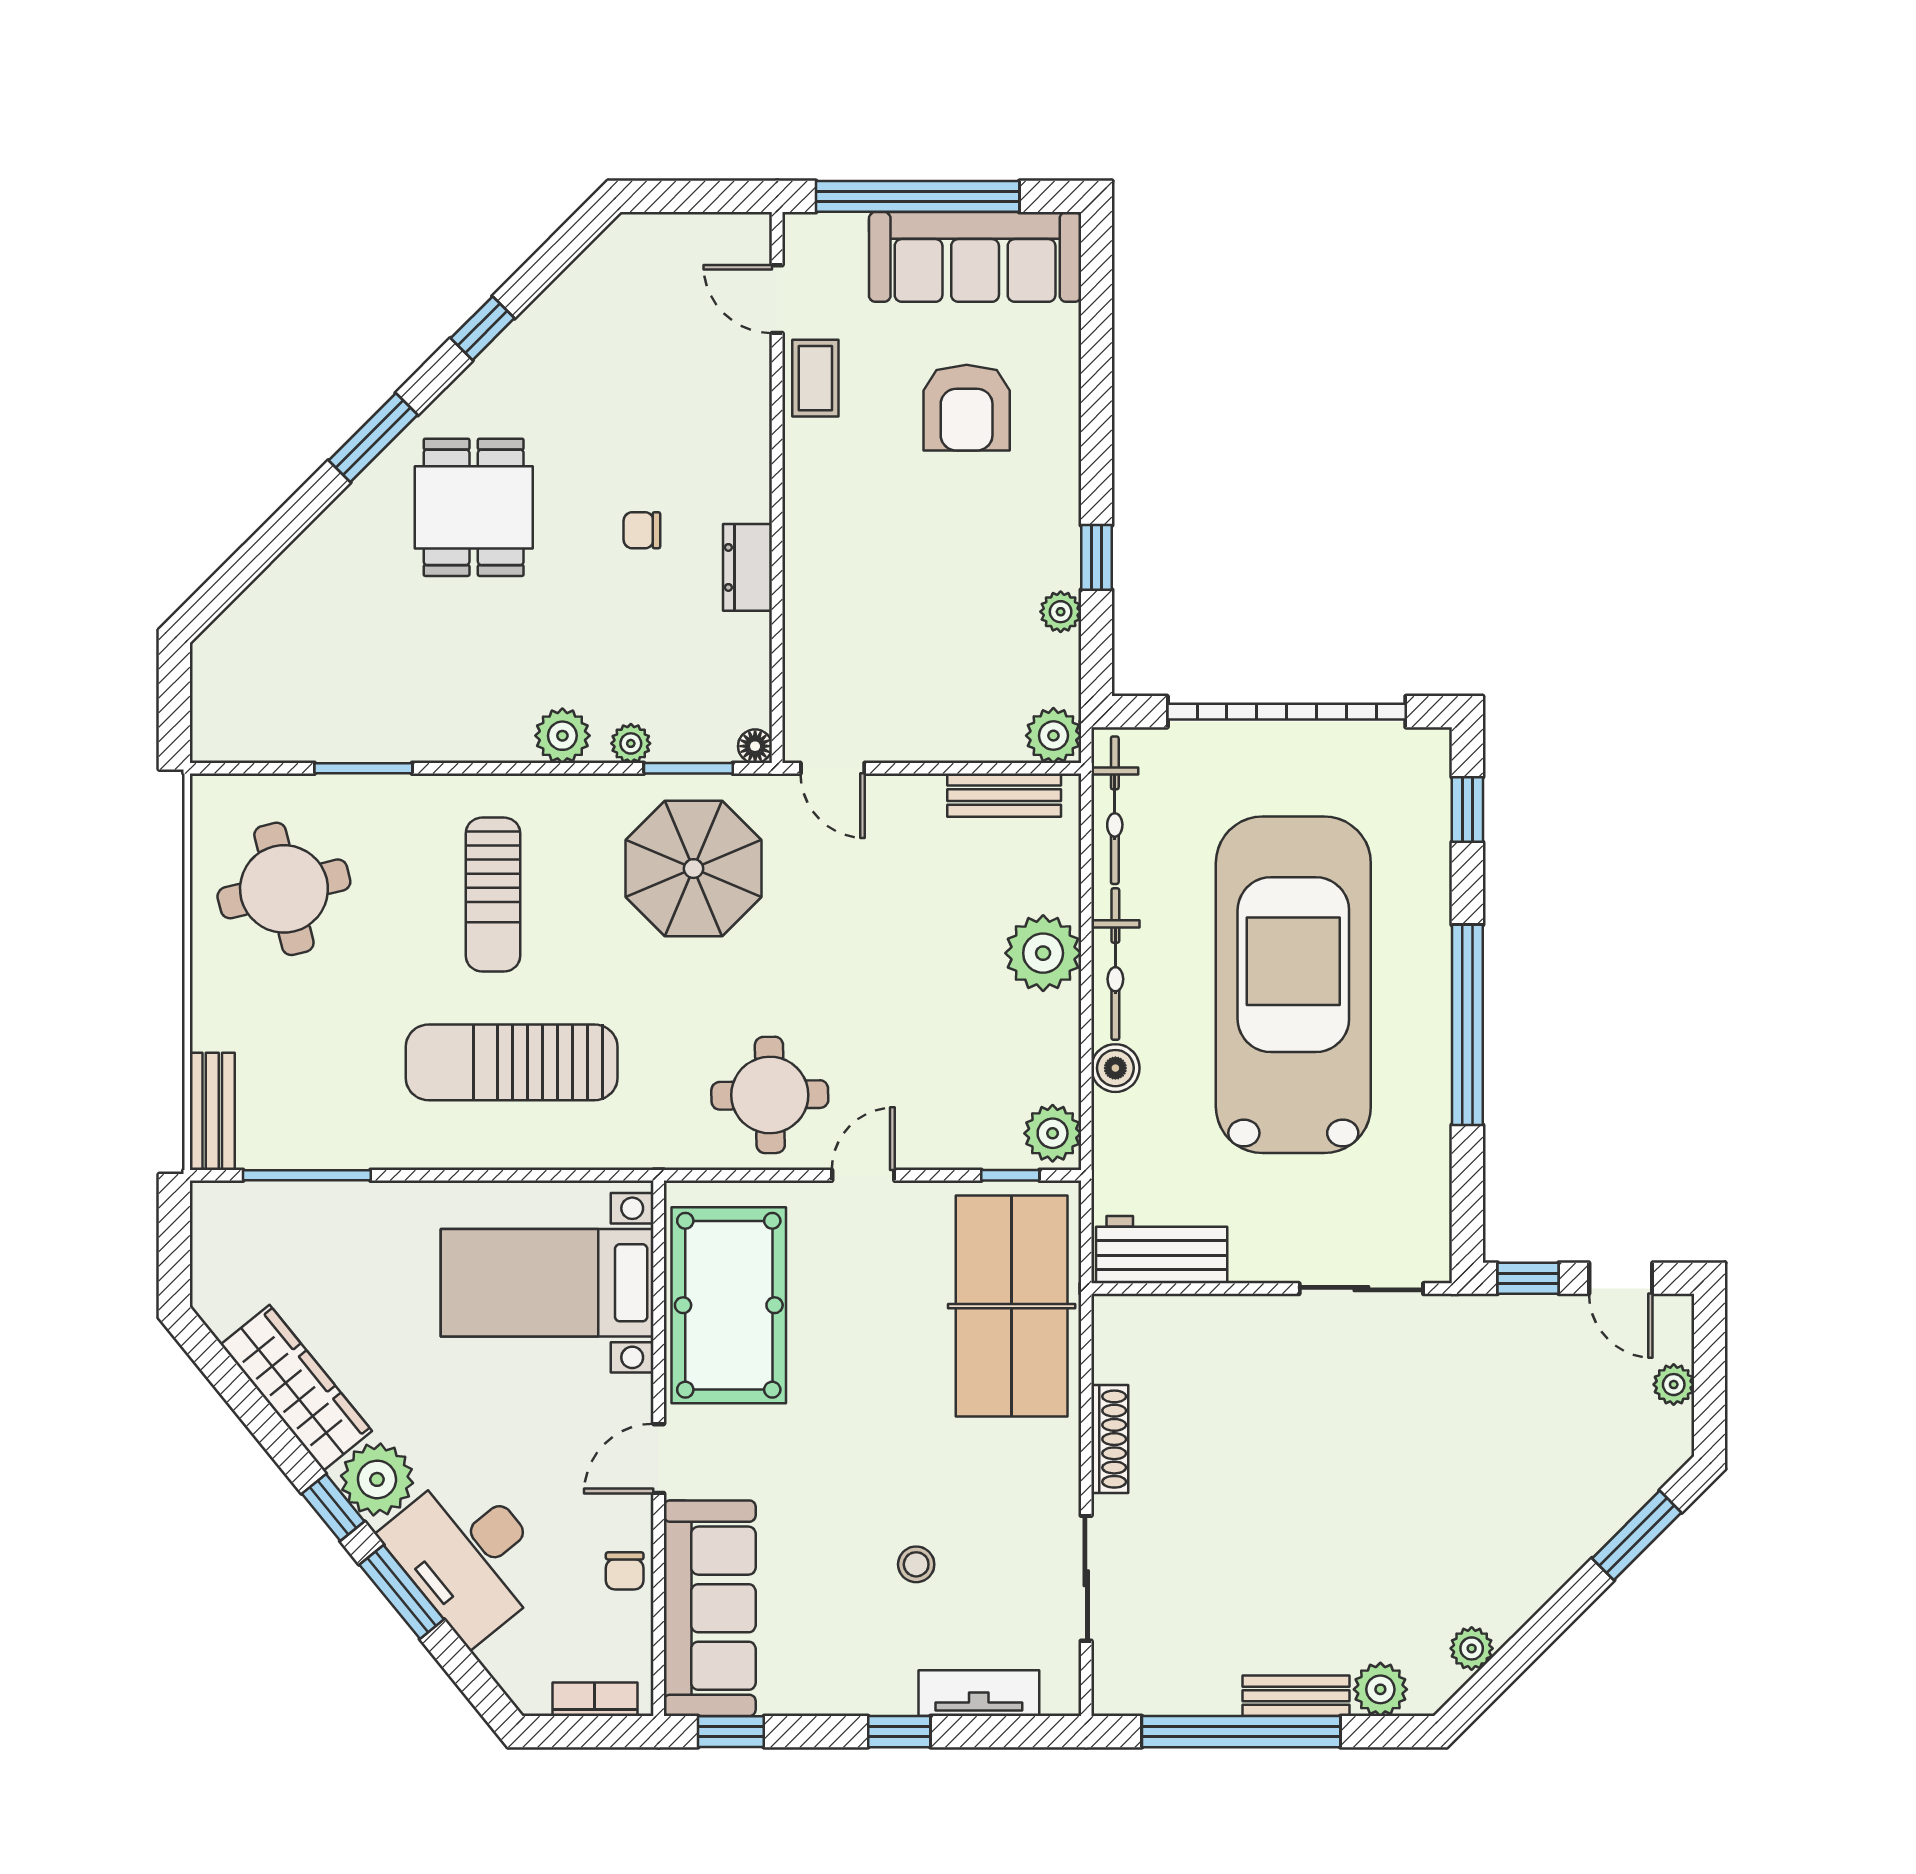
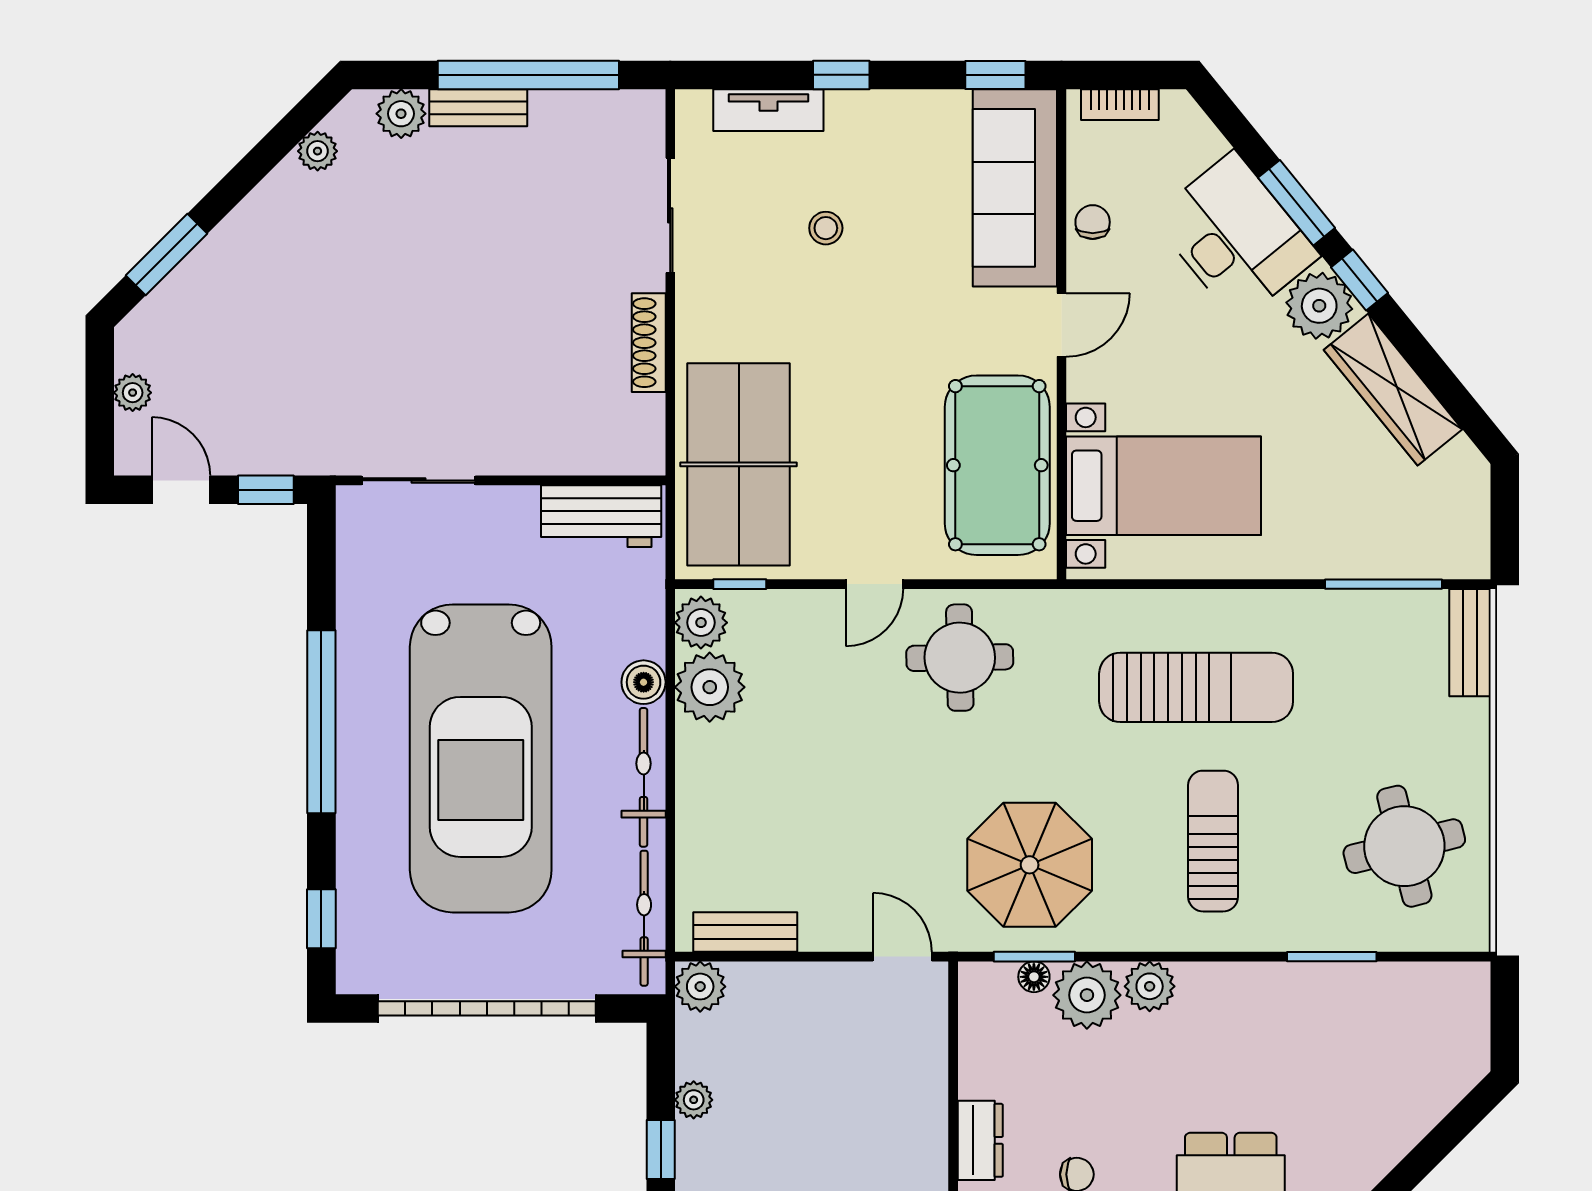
plant: (631, 743) -> (1087, 995), width x1.88, depth x1.88
floor lamp: (755, 746) -> (1034, 977), moved
plant: (1043, 953) -> (710, 687), moved

